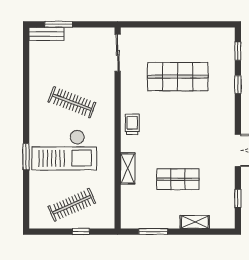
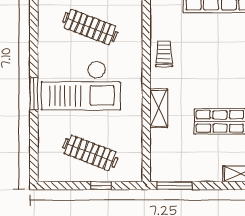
clothes rail: (72, 205) -> (90, 153), turned 45
window: (153, 232) -> (175, 186), moved

